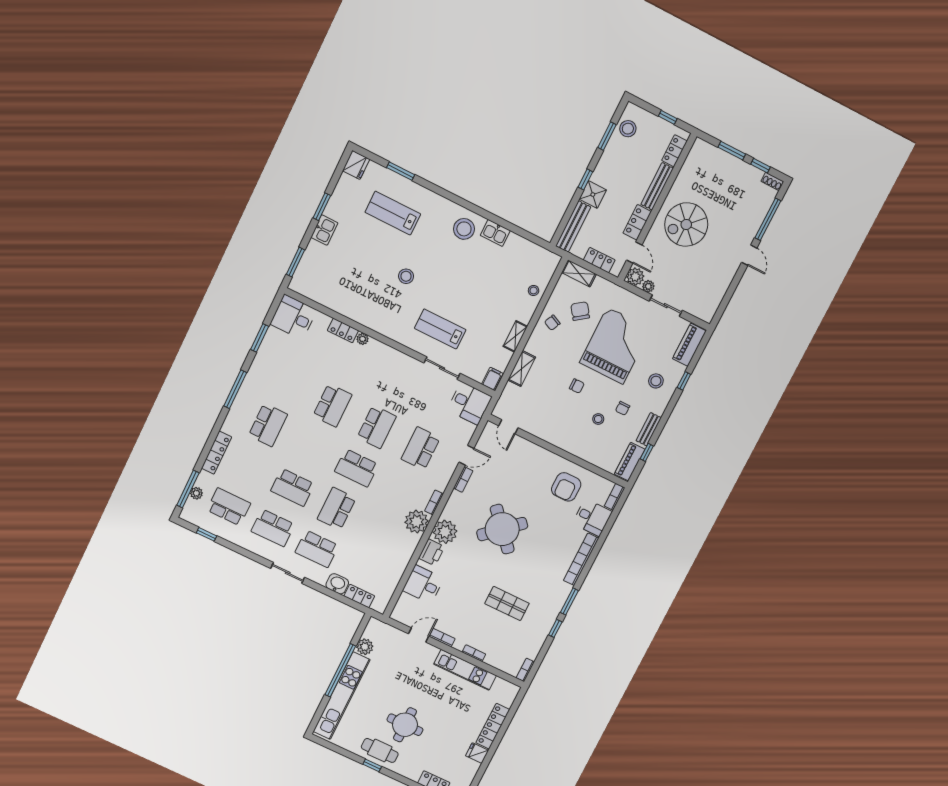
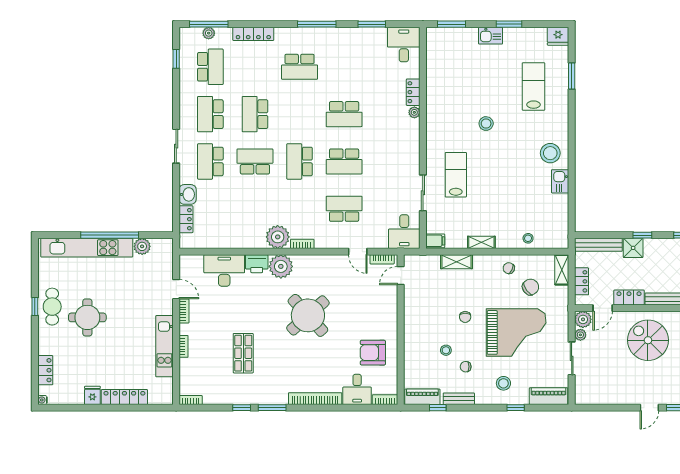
bookcase: (463, 479) -> (382, 259), moved
desk: (423, 584) -> (224, 270), width x1.37

